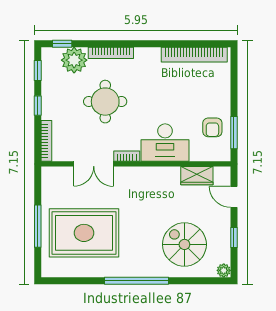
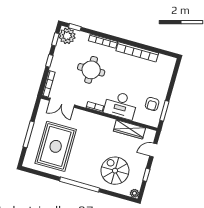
bookcase: (194, 55) -> (137, 52), moved
plant: (74, 60) -> (67, 36), moved
double door: (94, 164) -> (62, 103), moved
wardrobe: (197, 176) -> (129, 129), width x1.50
door: (234, 197) -> (153, 150), hinge flipped
rug: (84, 233) -> (56, 146), turned 90

